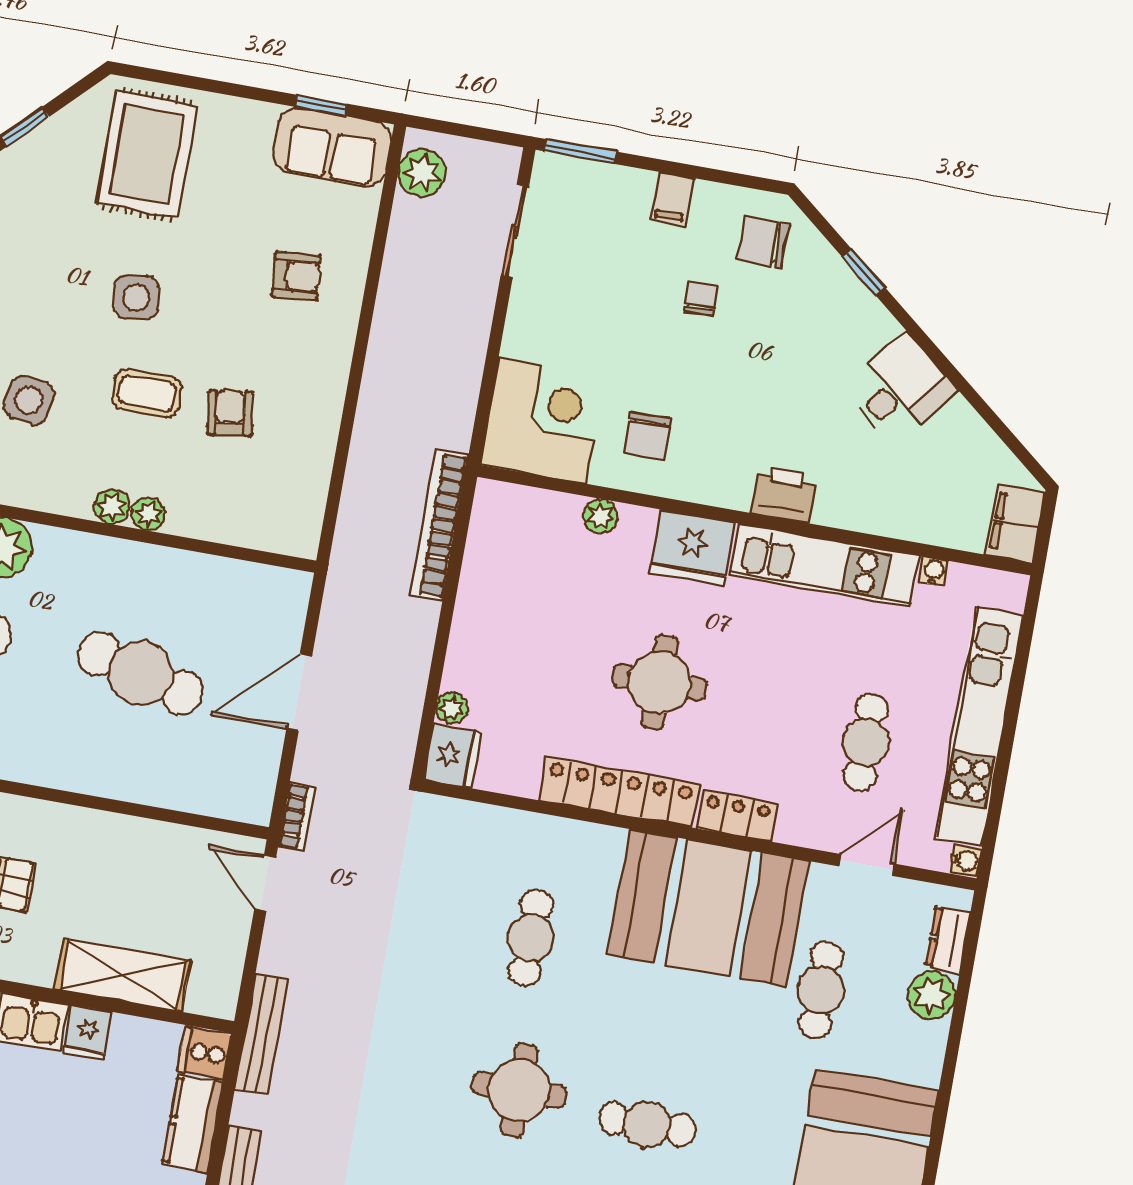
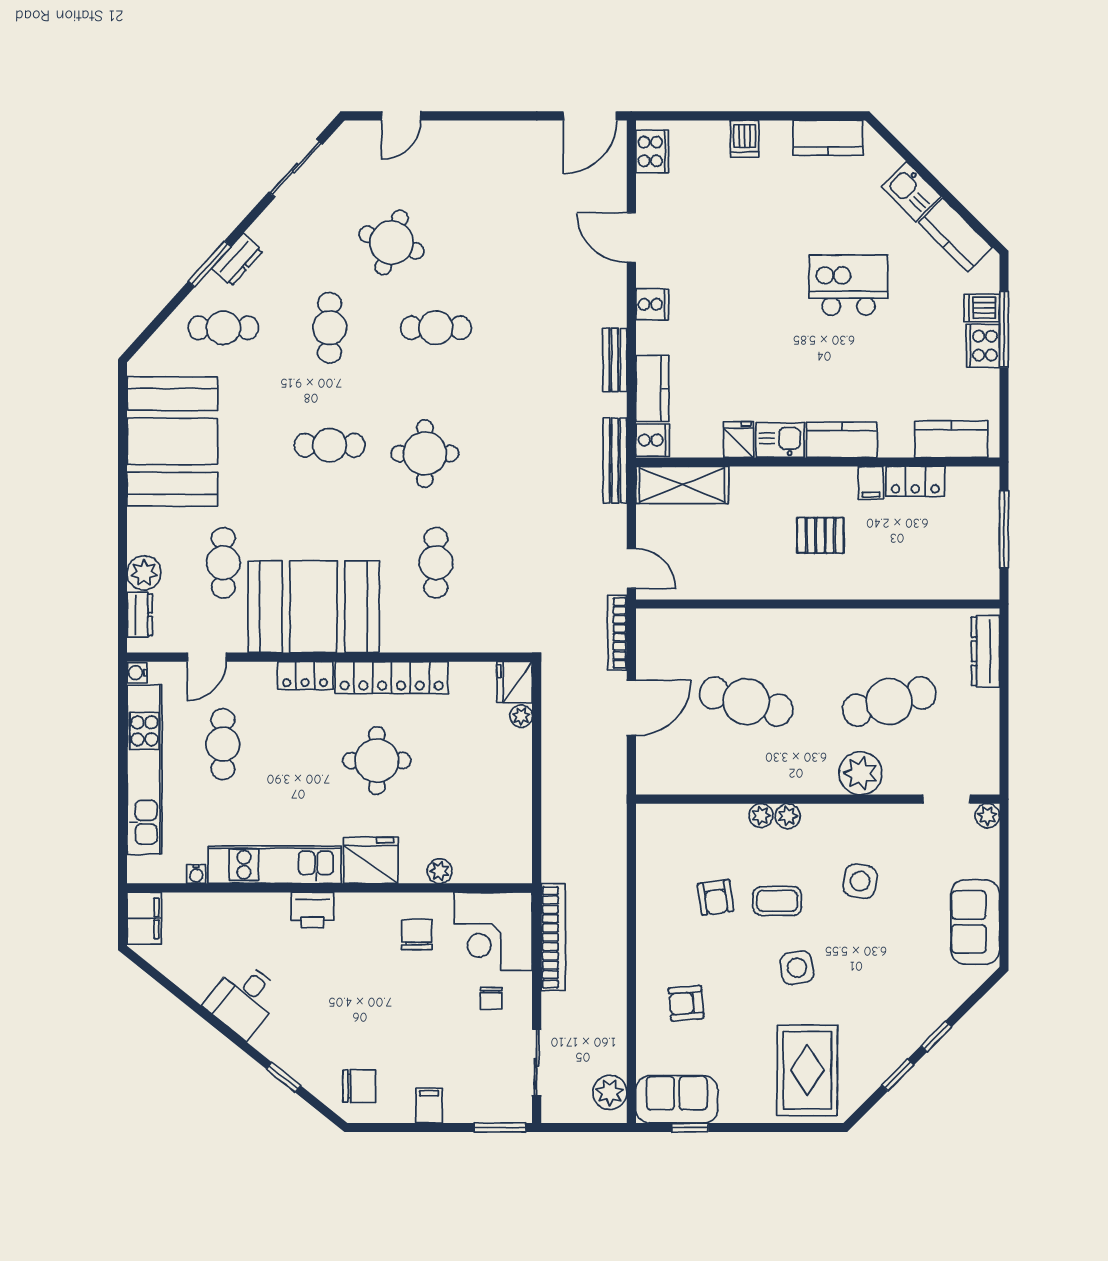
chair: (701, 298) -> (491, 998), moved
bookcase: (439, 525) -> (553, 937), moved
bookcase: (297, 817) -> (617, 633), width x1.56
shelving: (123, 975) -> (682, 485), moved

